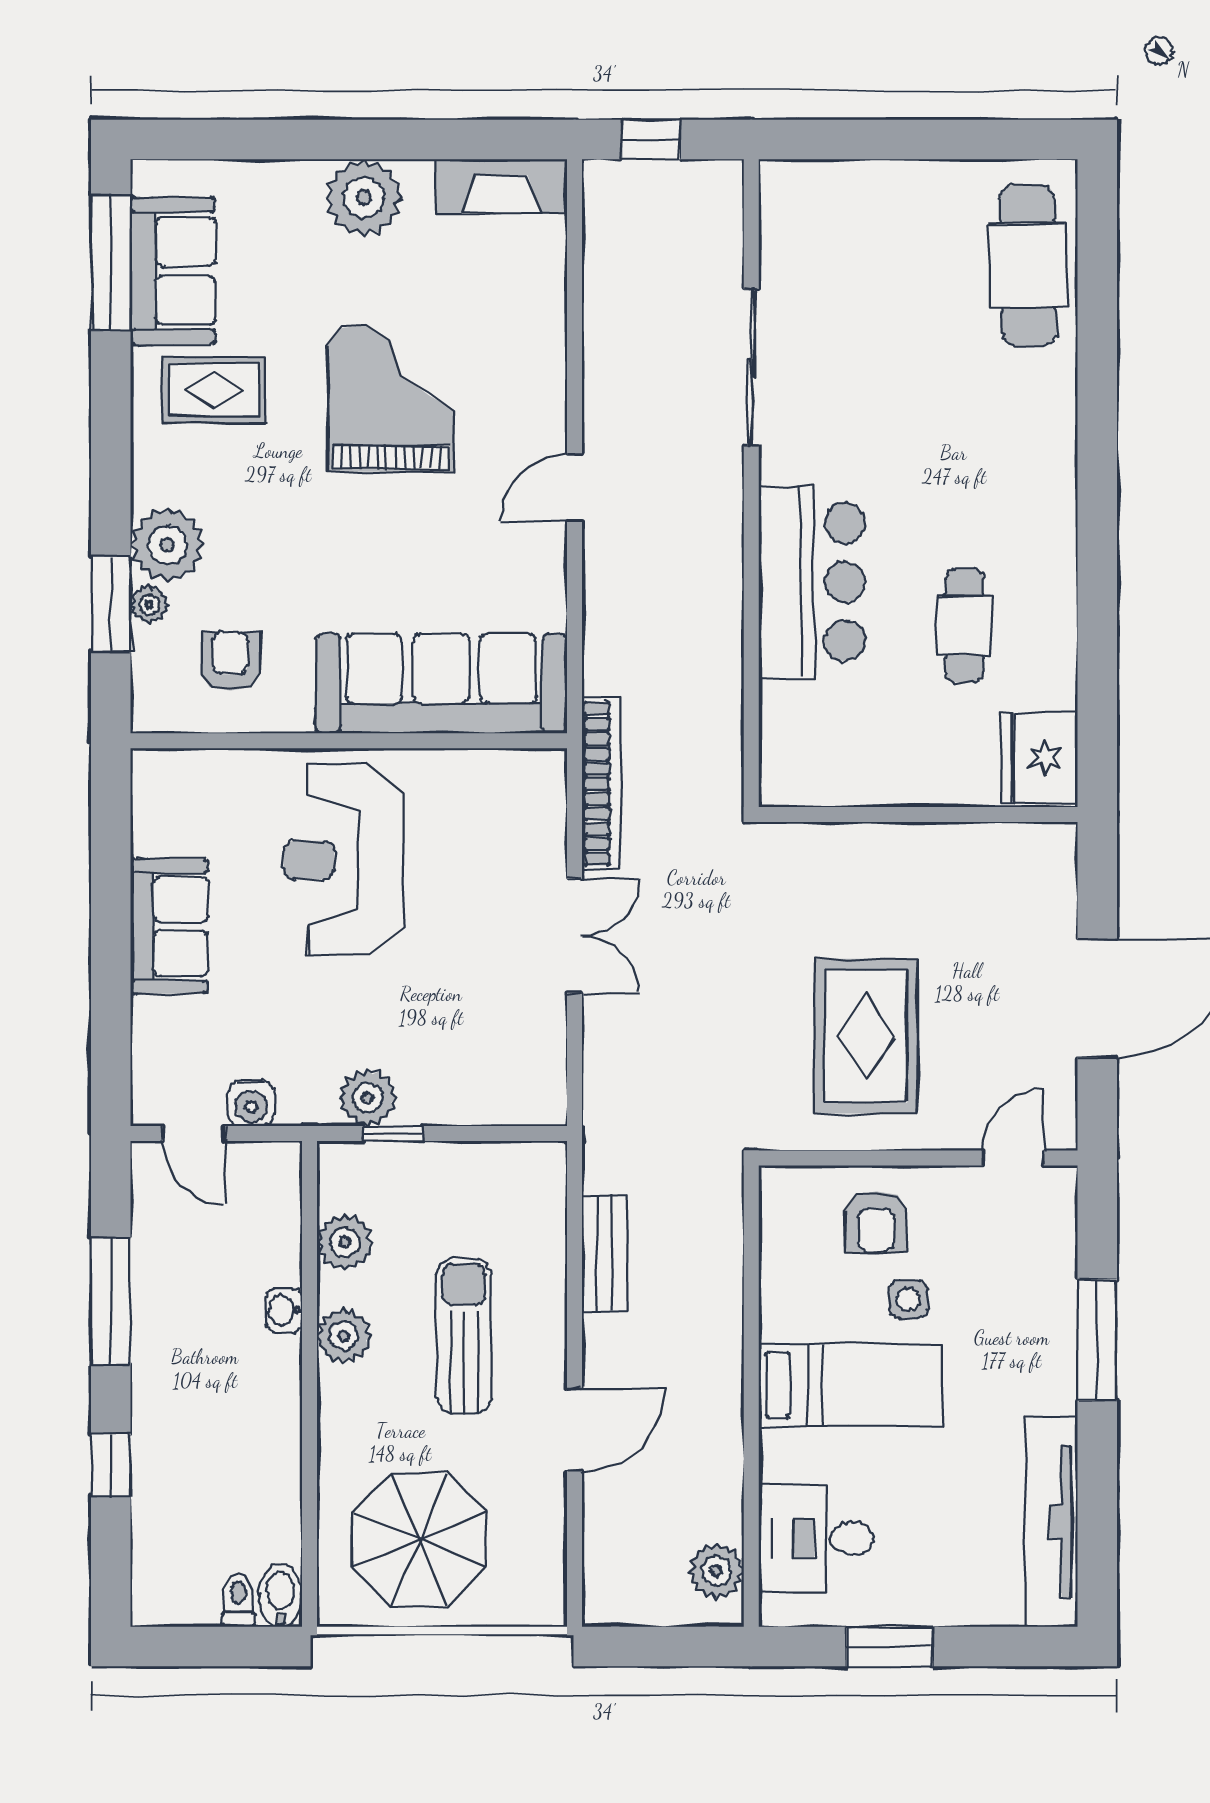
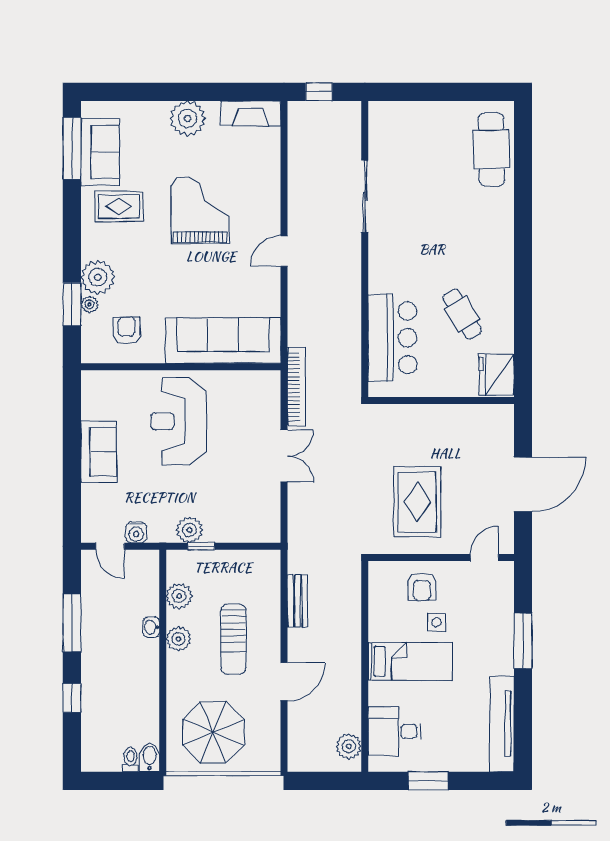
bar counter: (812, 582) -> (392, 338), moved
cafe table: (964, 625) -> (462, 314), turned -31
sun lounger: (464, 1336) -> (233, 639), turned 180

